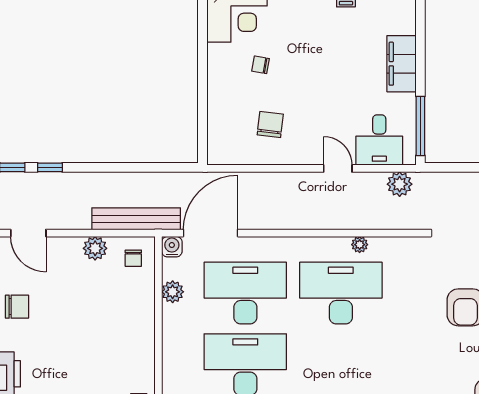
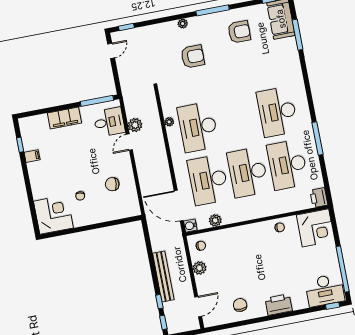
plant: (400, 184) -> (135, 125), moved
bench: (136, 219) -> (163, 276), moved

